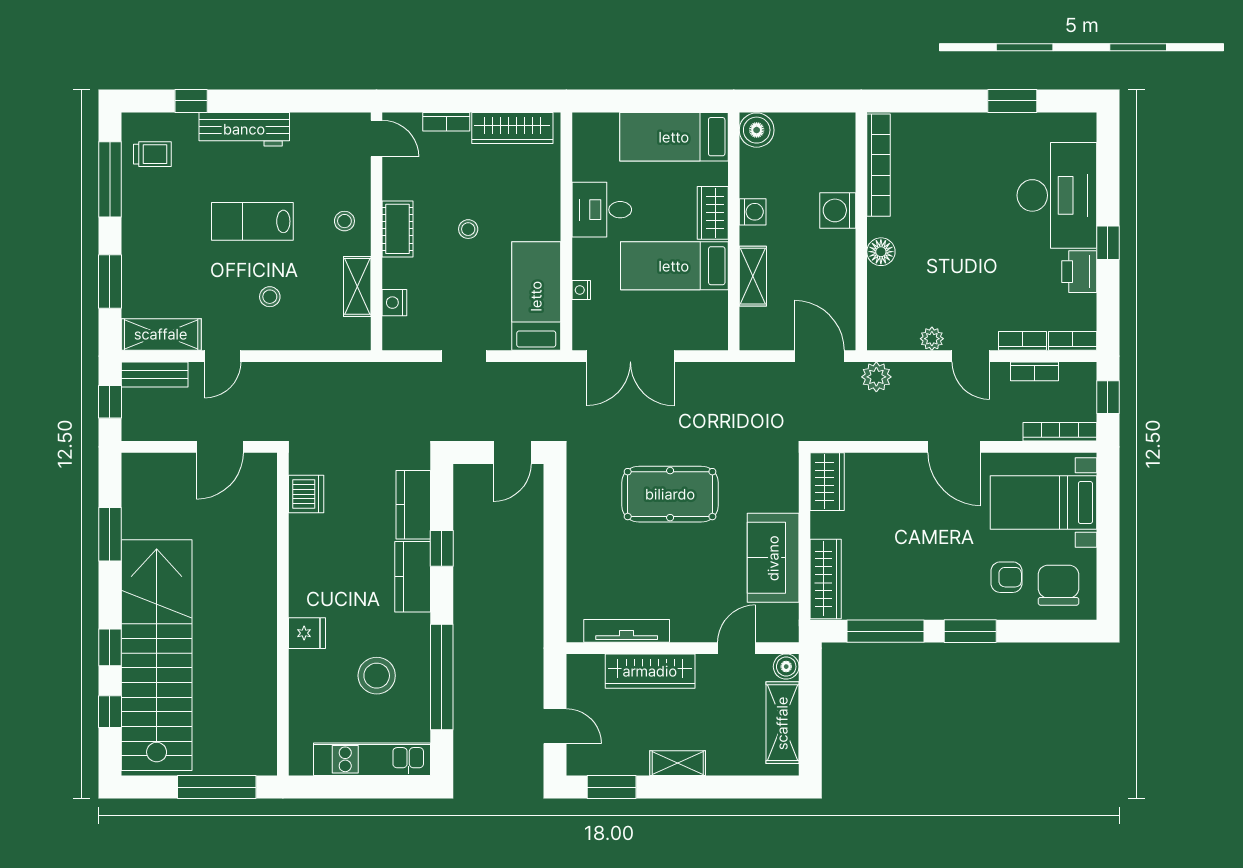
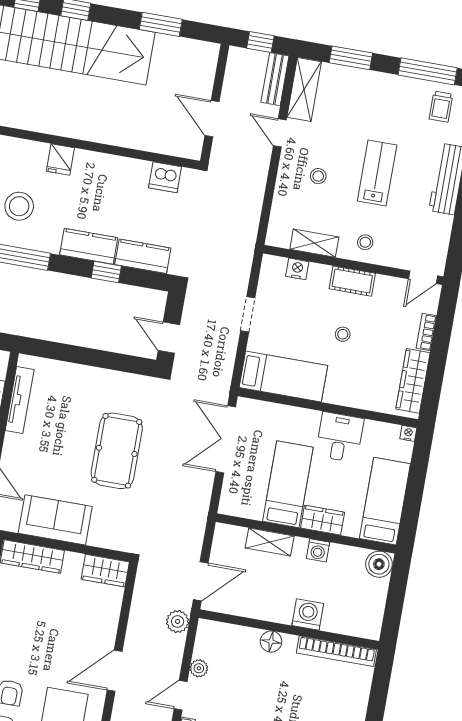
nightstand: (581, 290) -> (408, 433), moved

